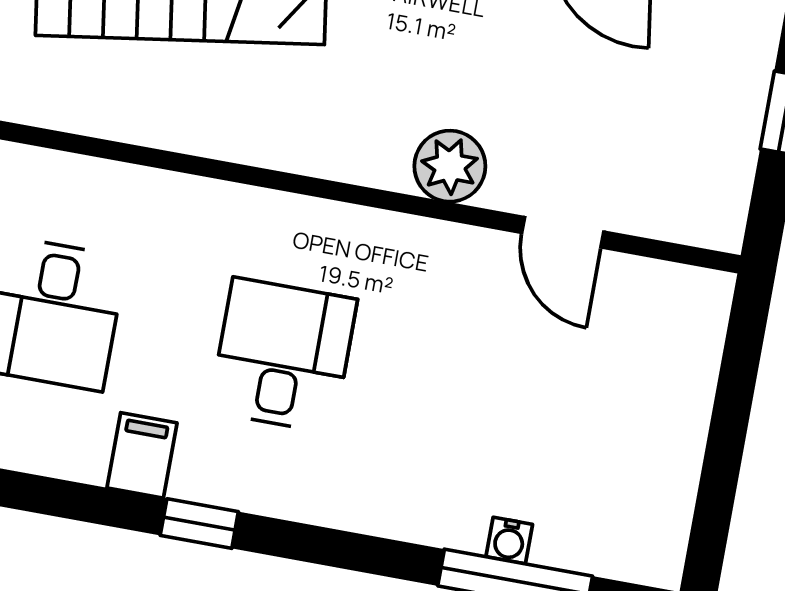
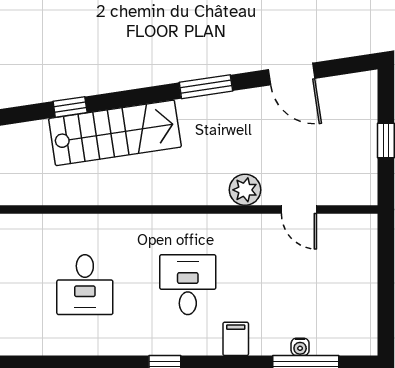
filing cabinet: (142, 455) -> (236, 339), moved

